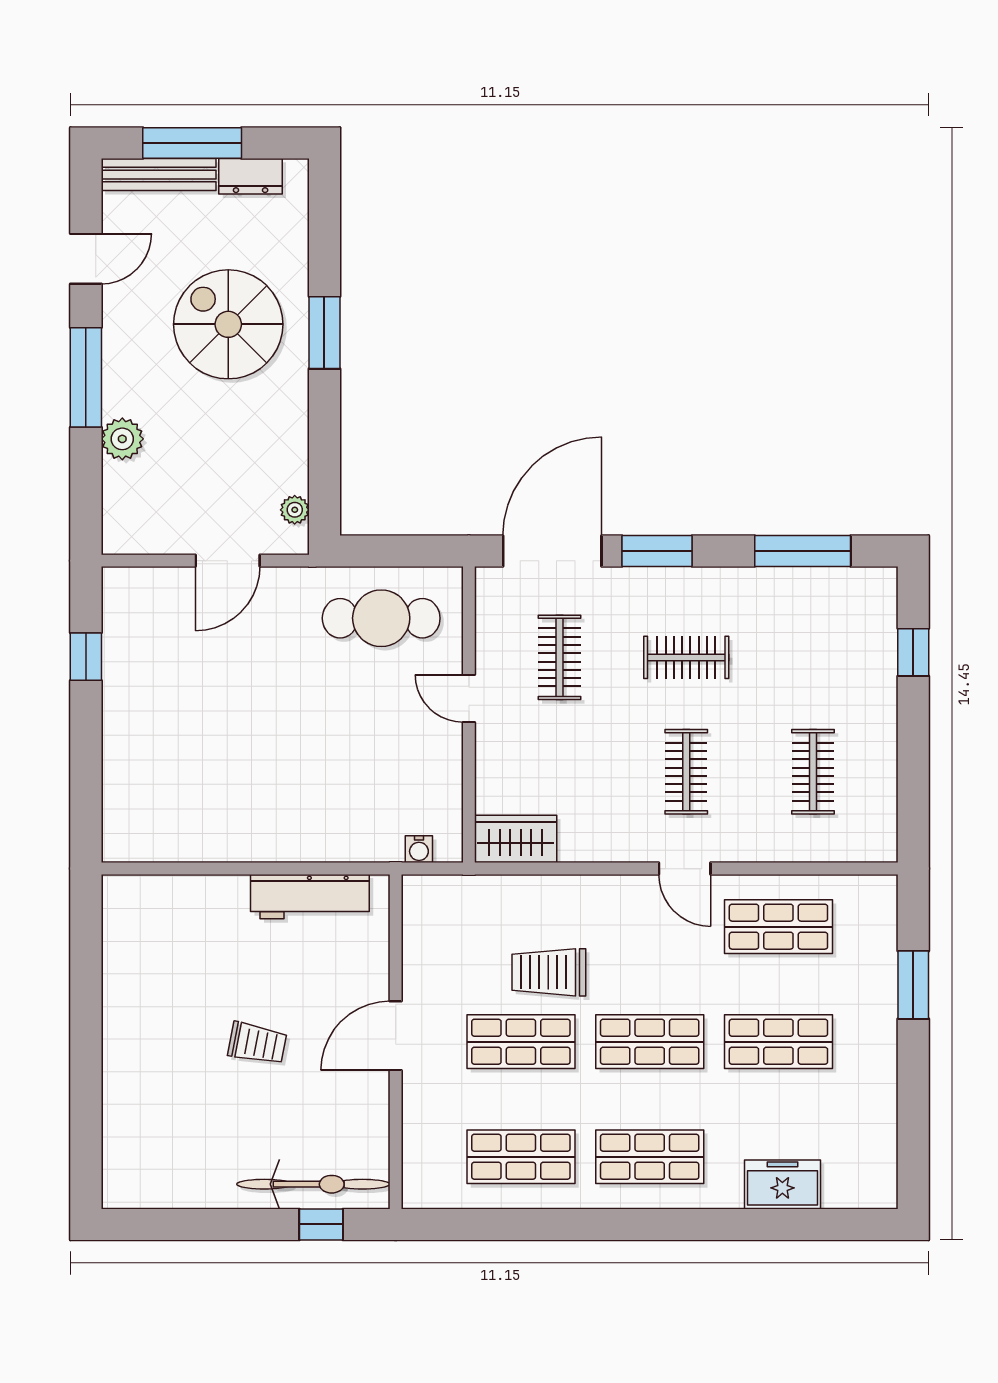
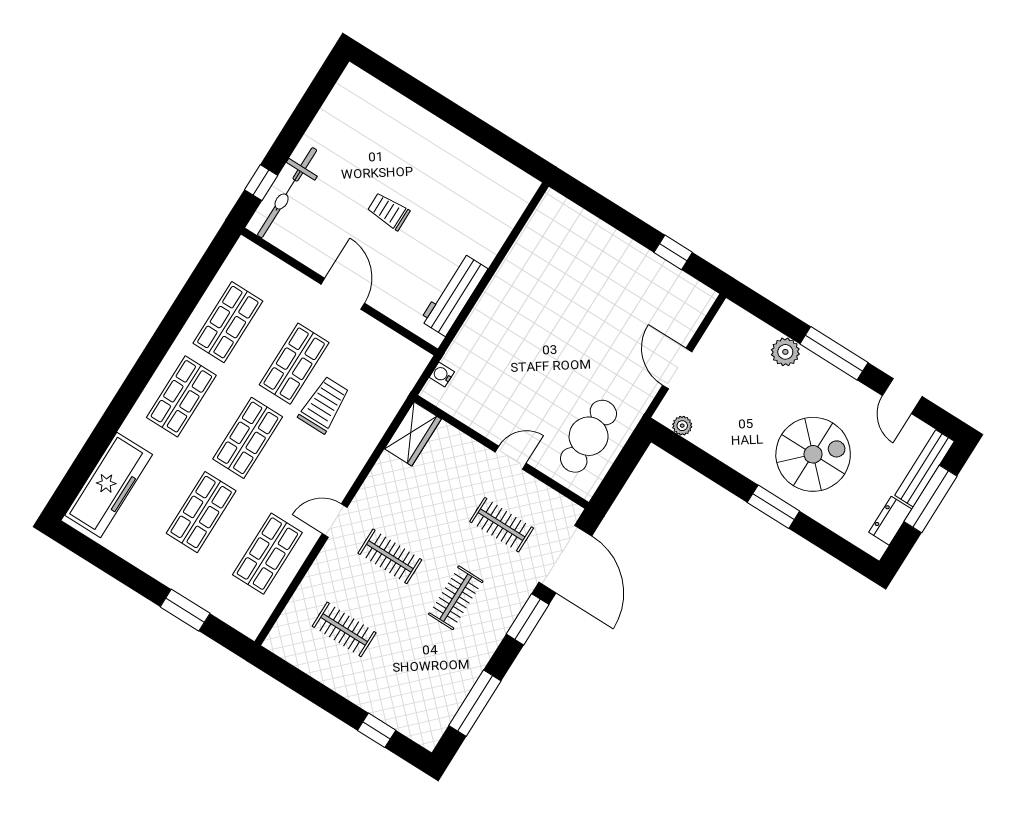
trolley: (257, 1043) -> (388, 211), turned 79
freezer: (782, 1184) -> (109, 485), width x1.91, depth x1.26

